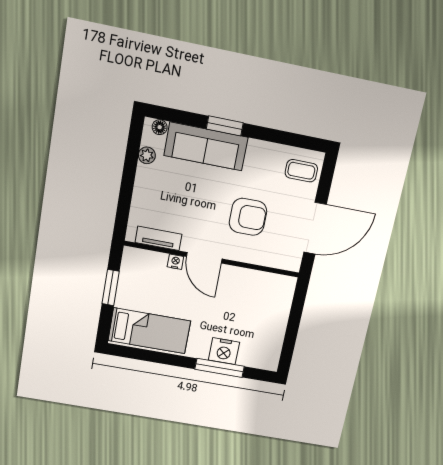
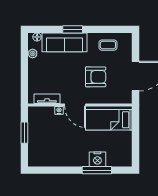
coffee table: (301, 171) -> (108, 45), moved
bed: (149, 331) -> (109, 120), moved, turned 180

